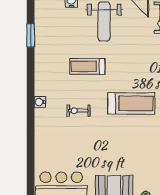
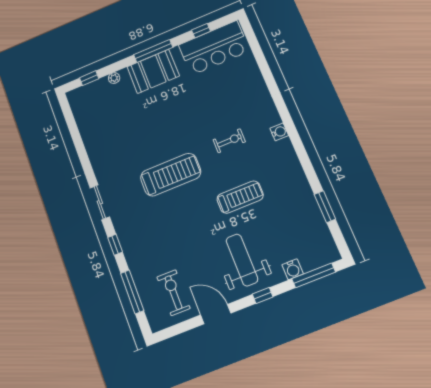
treadmill: (131, 103) -> (171, 175), turned 180

